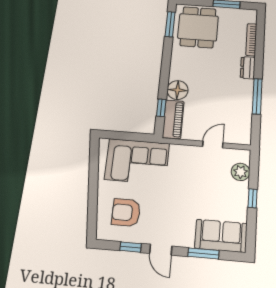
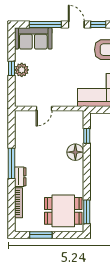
dining table: (198, 27) -> (63, 211), turned 90
window: (257, 96) -> (12, 163), moved
piano: (173, 119) -> (76, 127), removed
plant: (240, 172) -> (22, 70), moved
window: (203, 253) -> (45, 25), width x1.44

